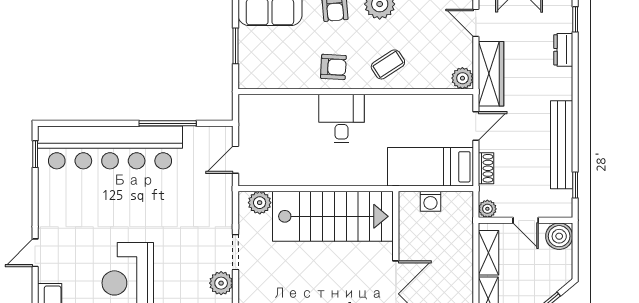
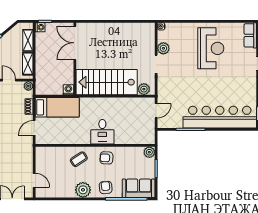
wardrobe: (491, 74) -> (27, 154), removed
plant: (462, 78) -> (149, 152), moved
washing machine: (430, 201) -> (68, 90), moved

